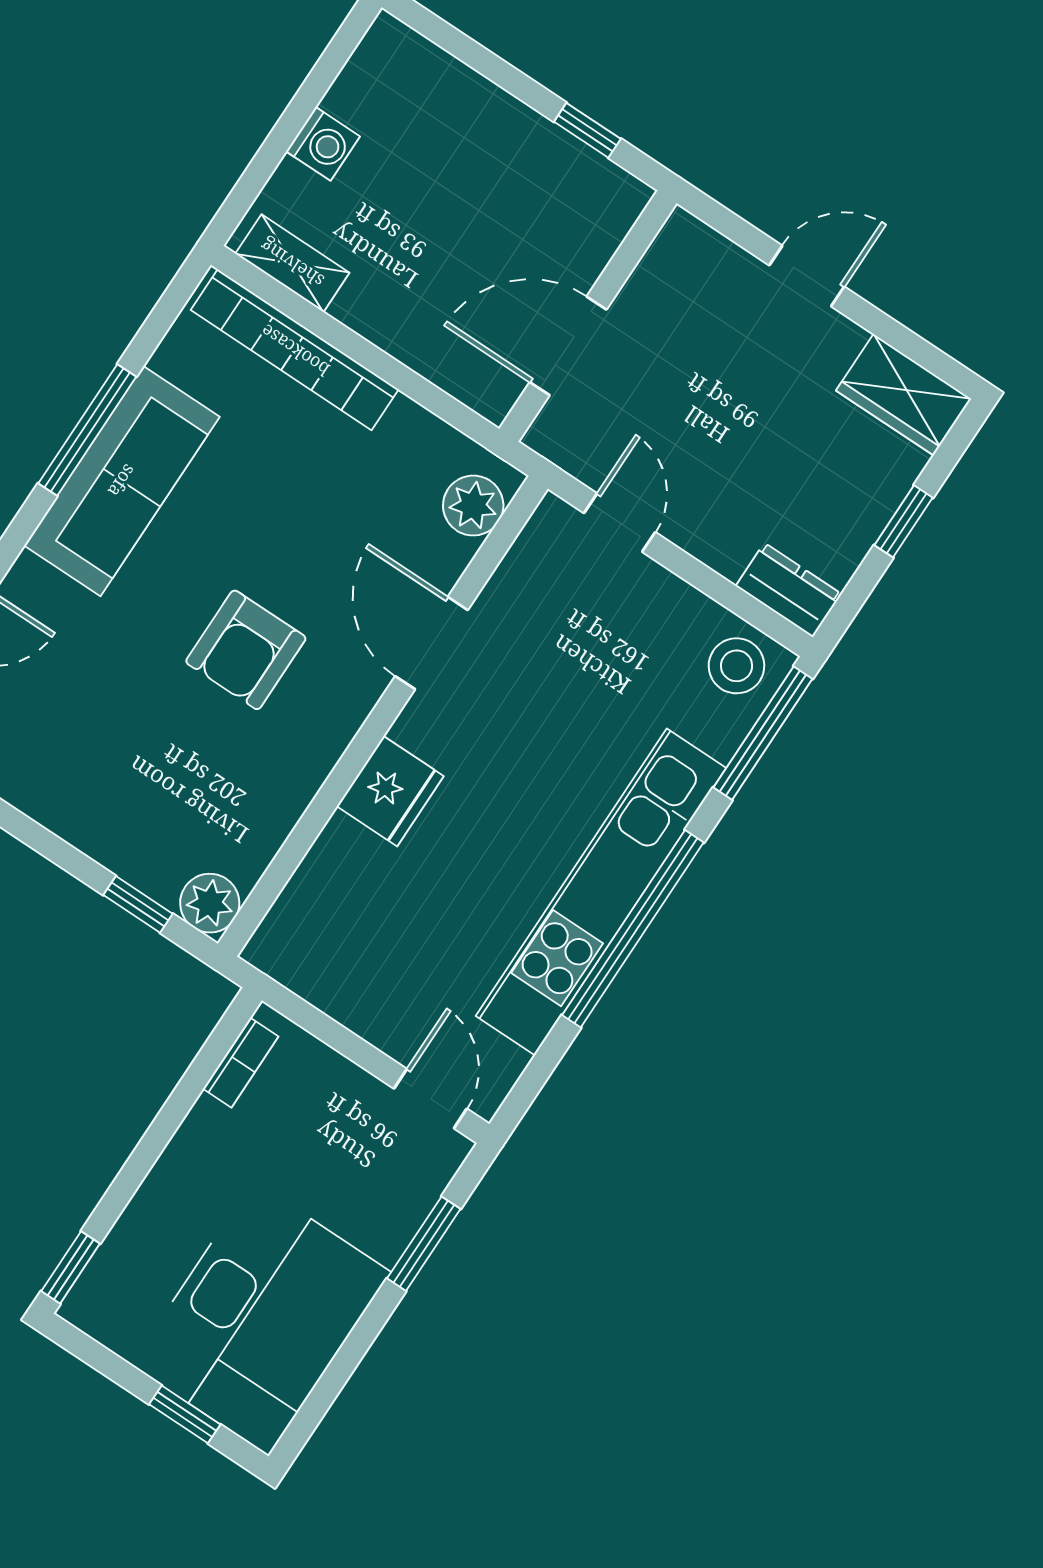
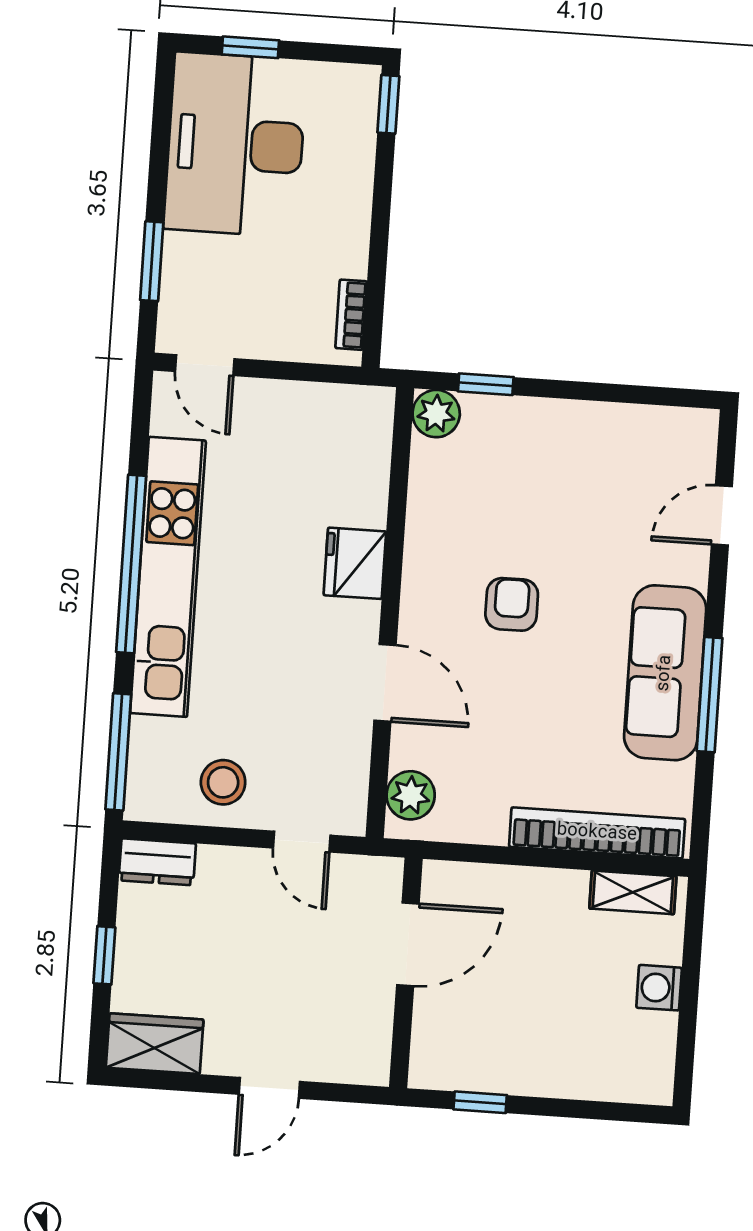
armchair: (246, 650) -> (512, 604), width x0.72, depth x0.72
stool: (736, 666) -> (223, 782), moved

